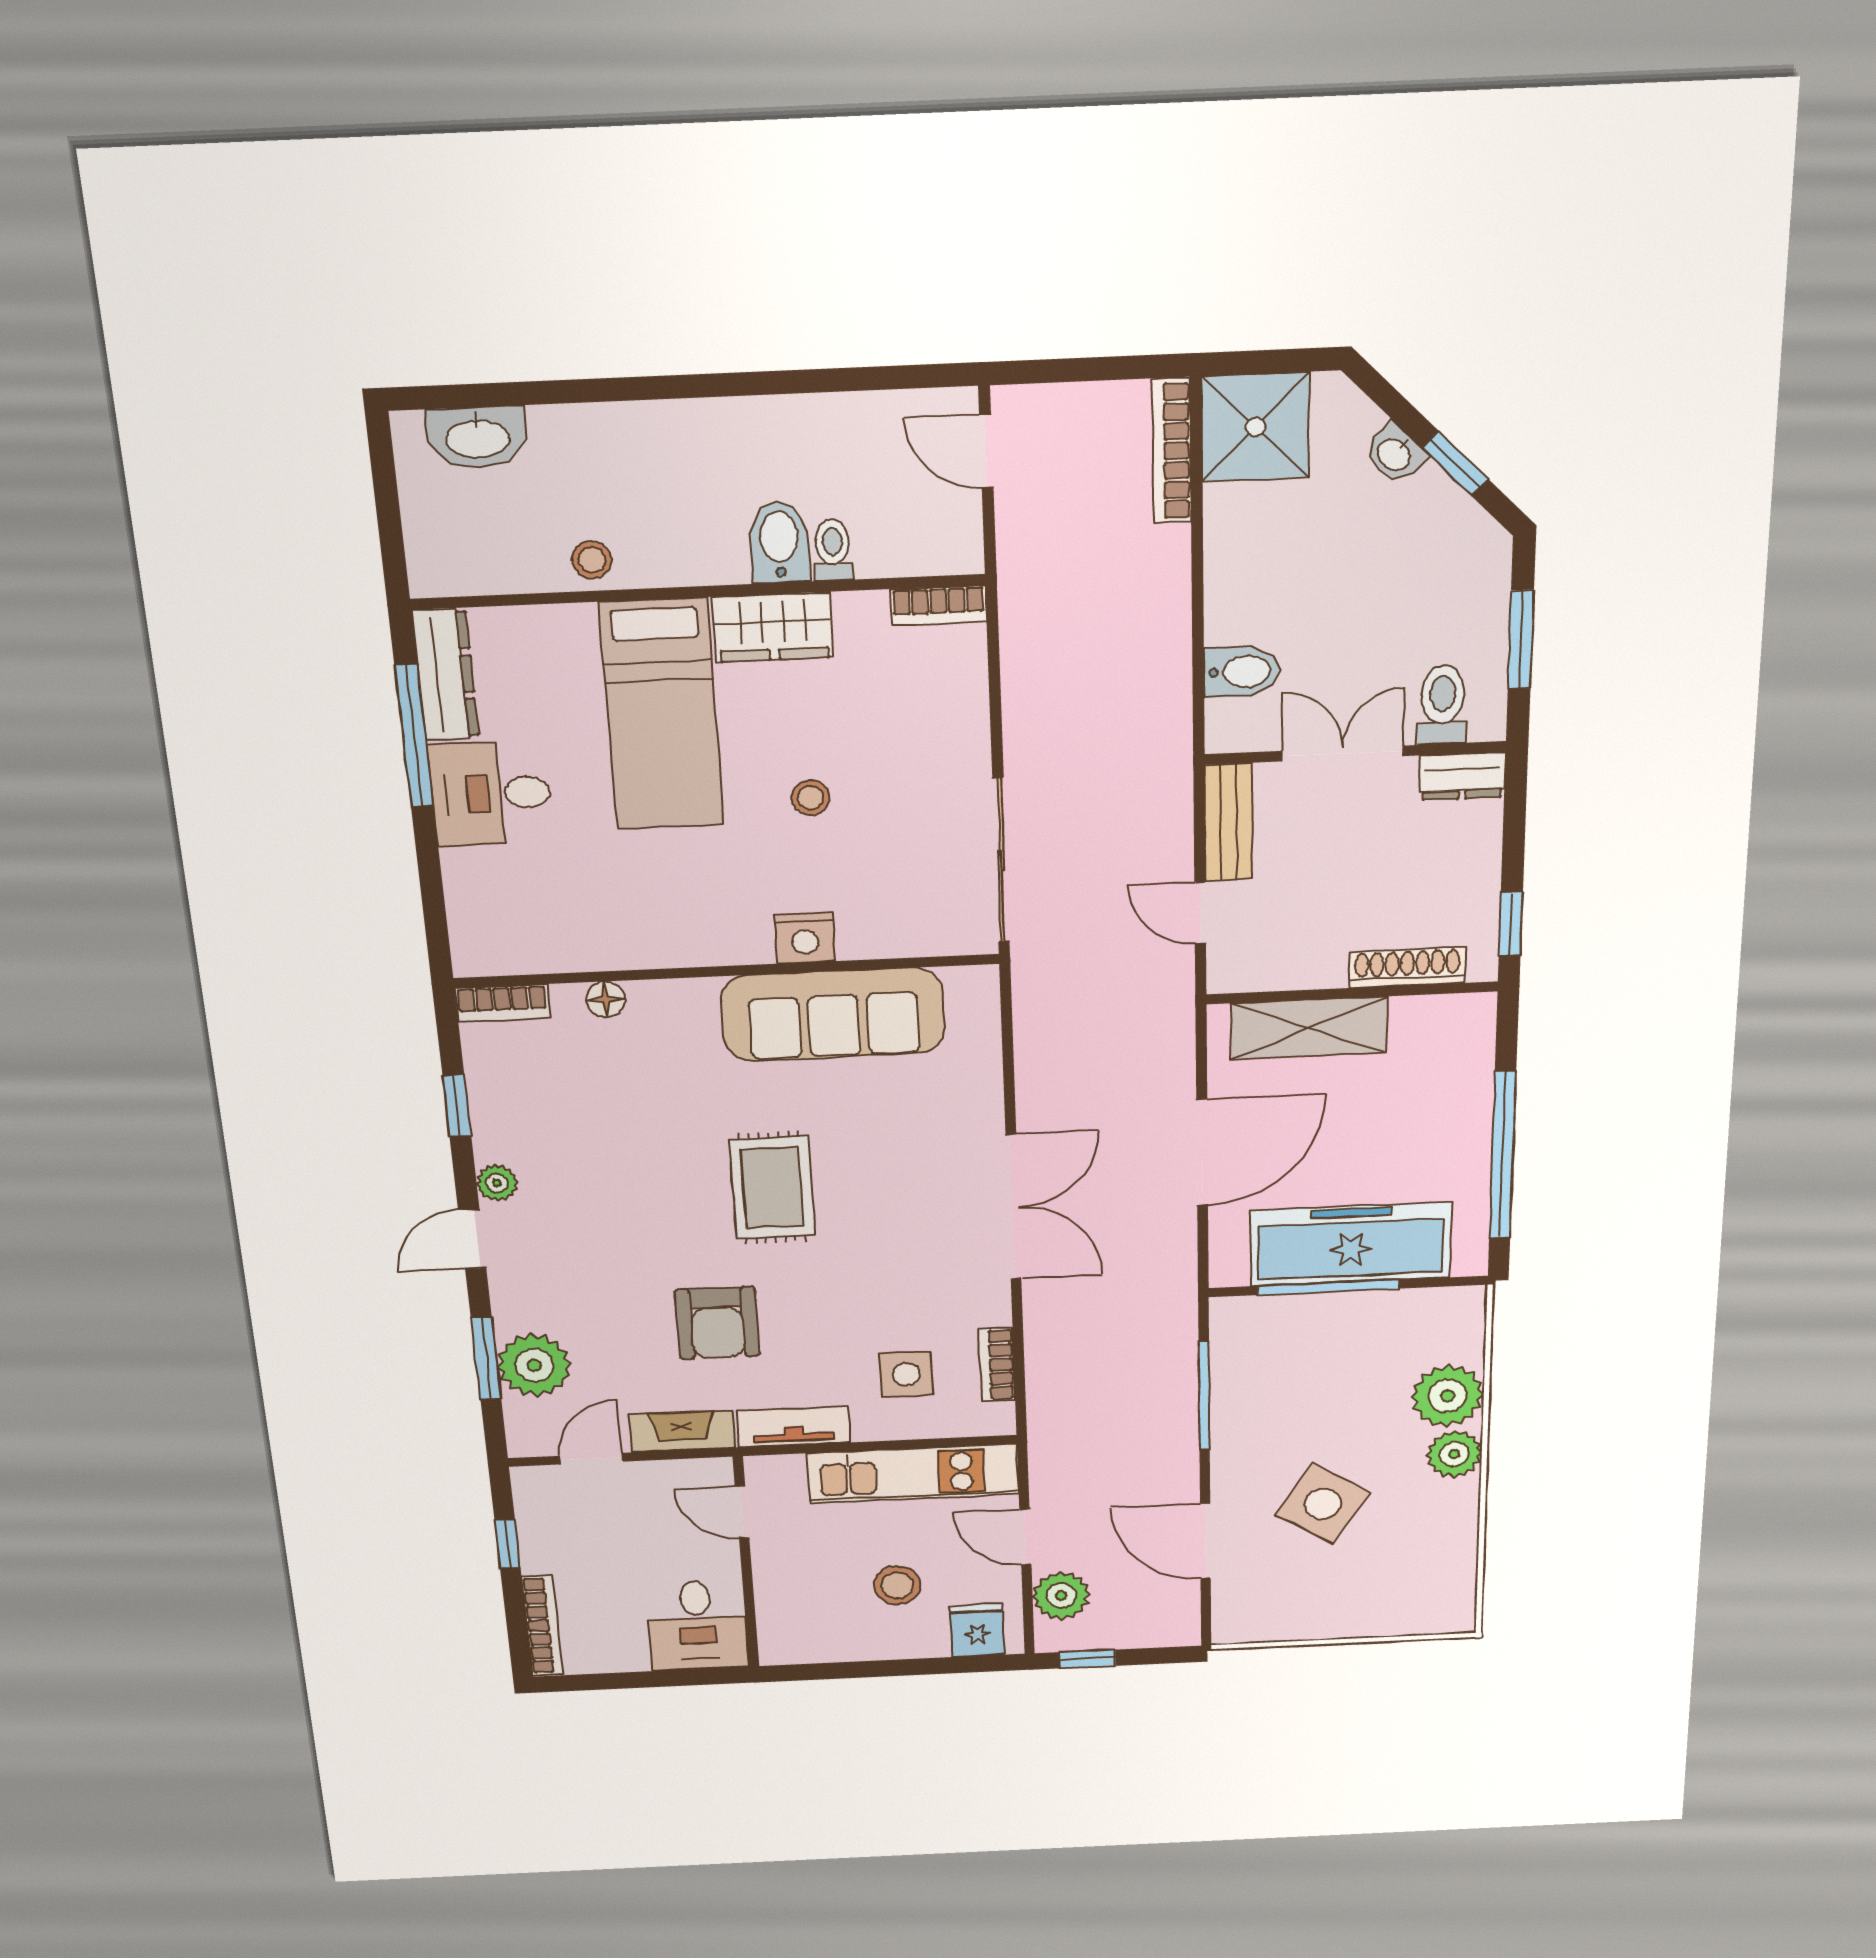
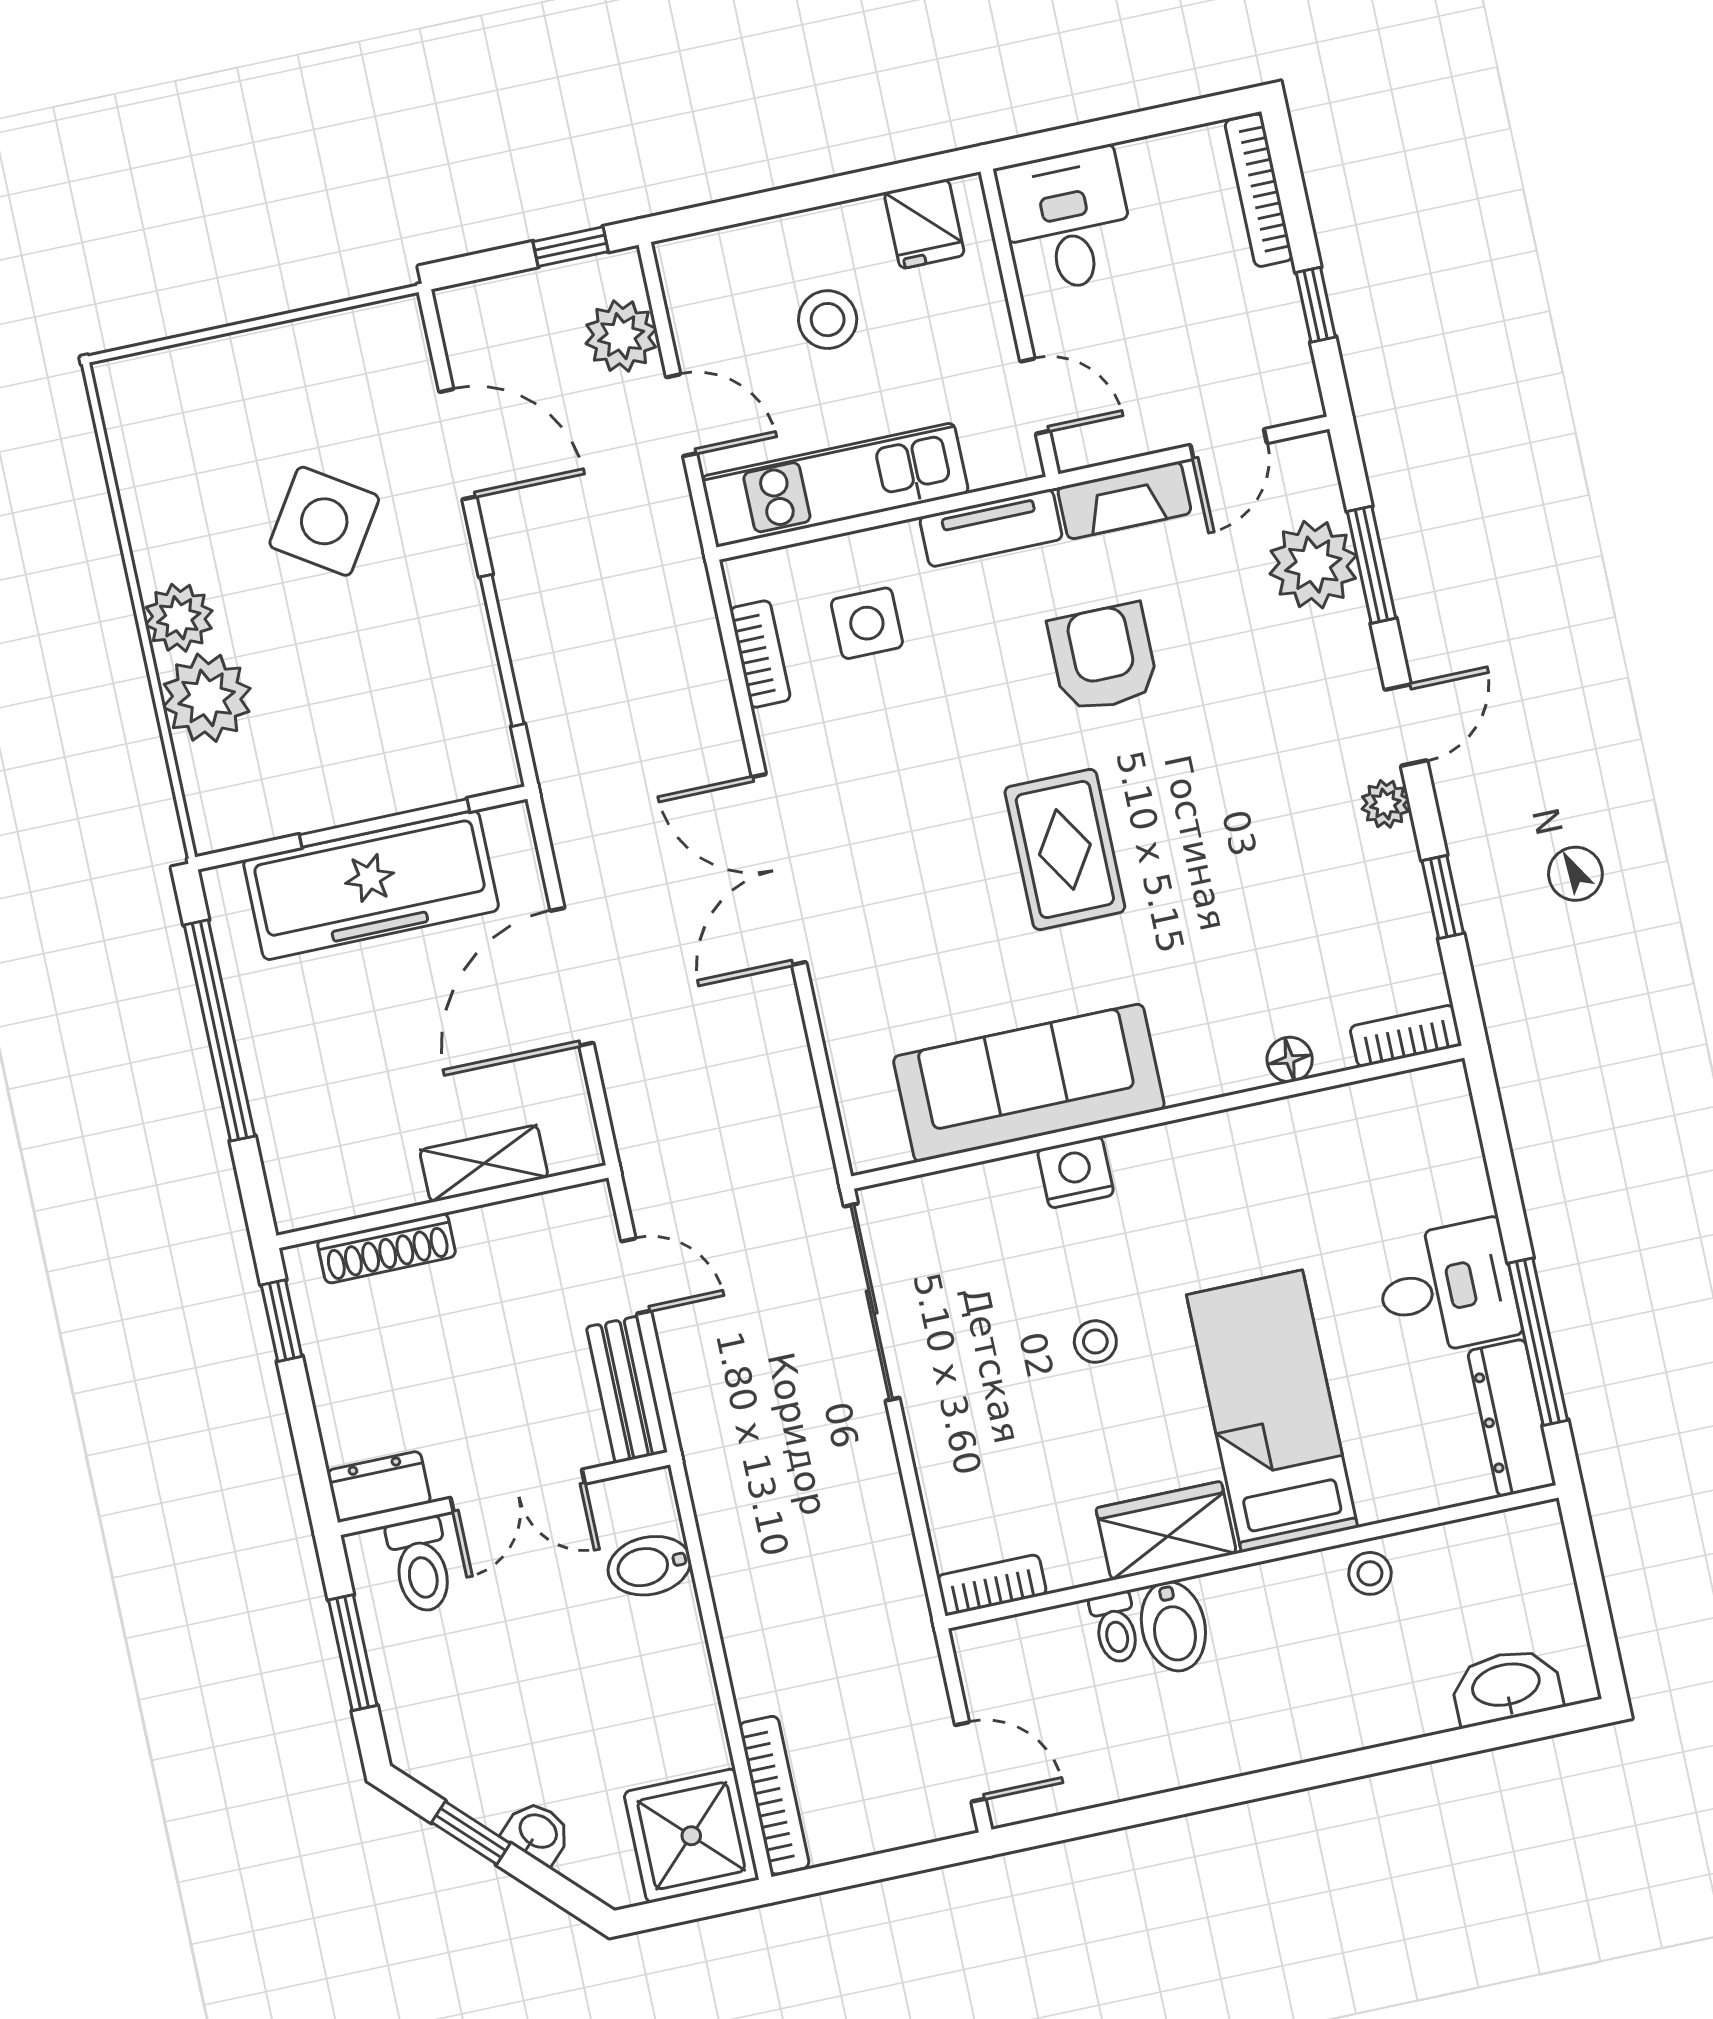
shelving: (1309, 1028) -> (484, 1164), width x0.67, depth x0.75
fridge: (977, 1630) -> (924, 224), moved

